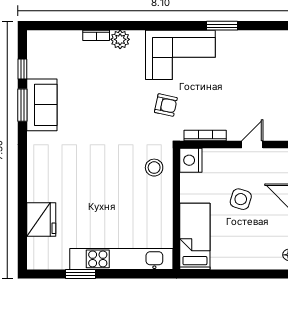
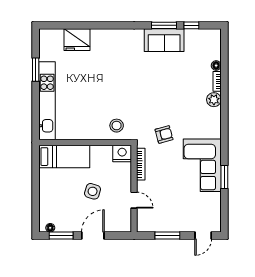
floor lamp: (75, 36) -> (216, 66), added
corner sofa: (180, 55) -> (202, 165), moved
armchair: (166, 105) -> (164, 134), turned -117

